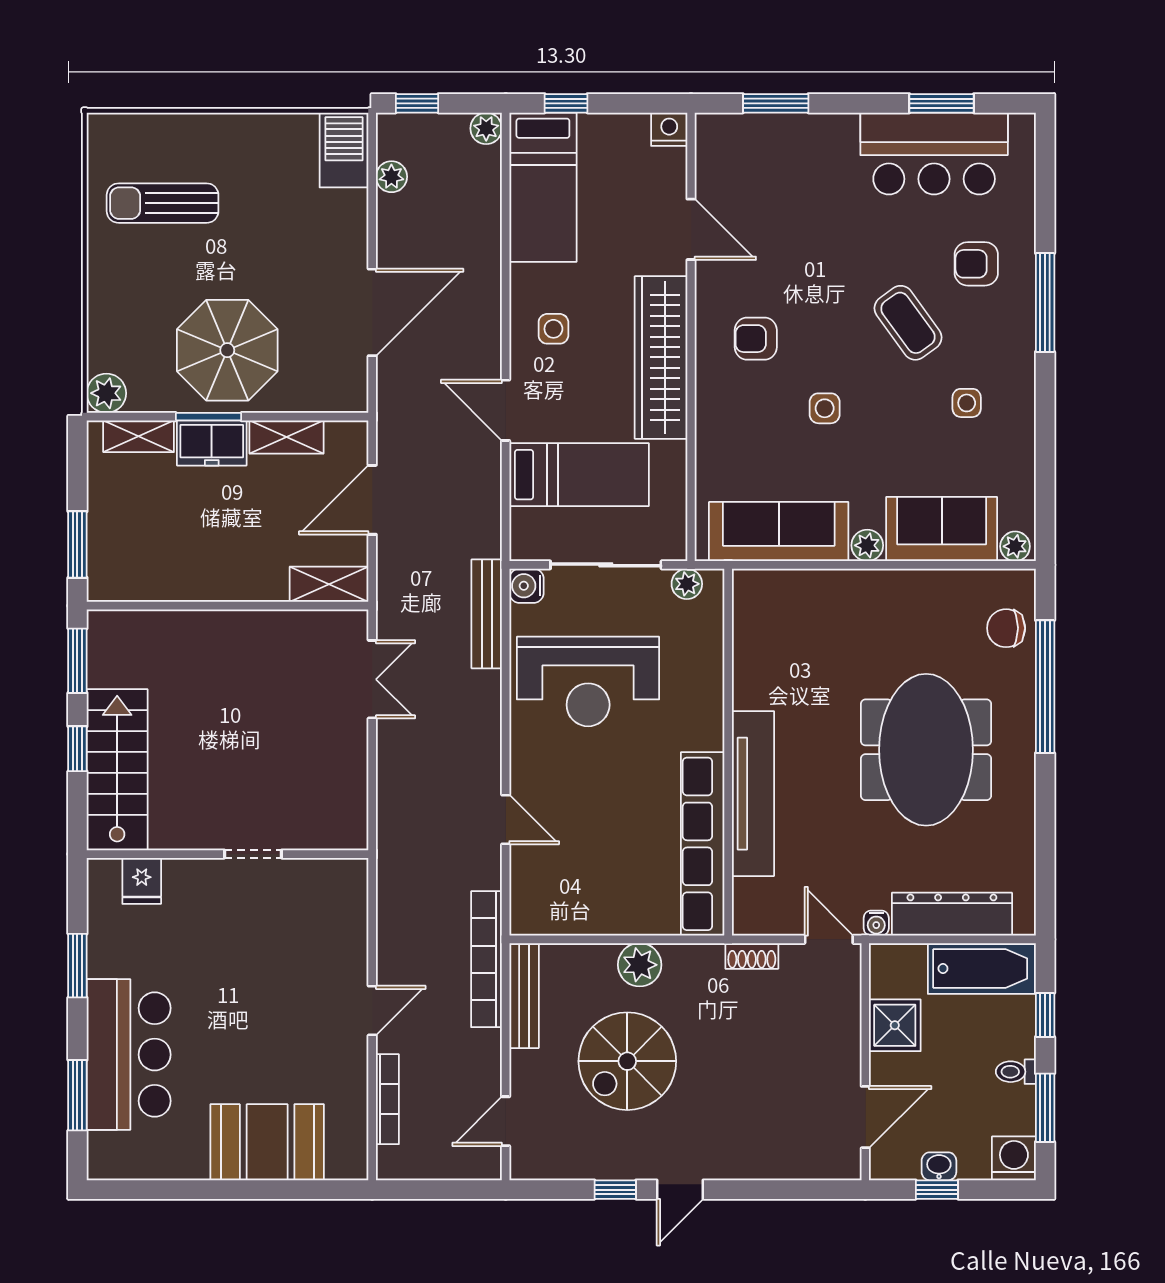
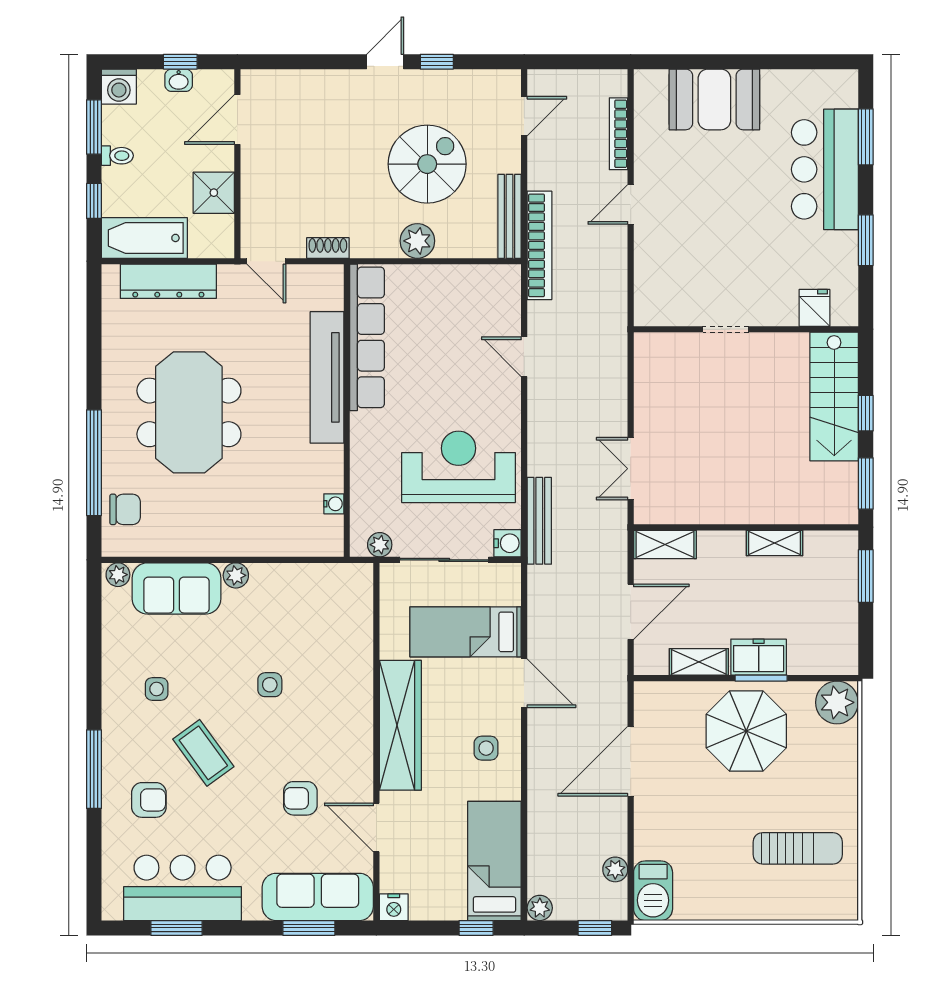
armchair: (756, 339) -> (300, 798), moved, turned 180
plant: (106, 393) -> (837, 702), width x1.36, depth x1.36
shelving: (139, 436) -> (775, 543), moved
sofa: (779, 532) -> (318, 897), moved, turned 180
water cooler: (876, 923) -> (334, 504), moved, turned 90

